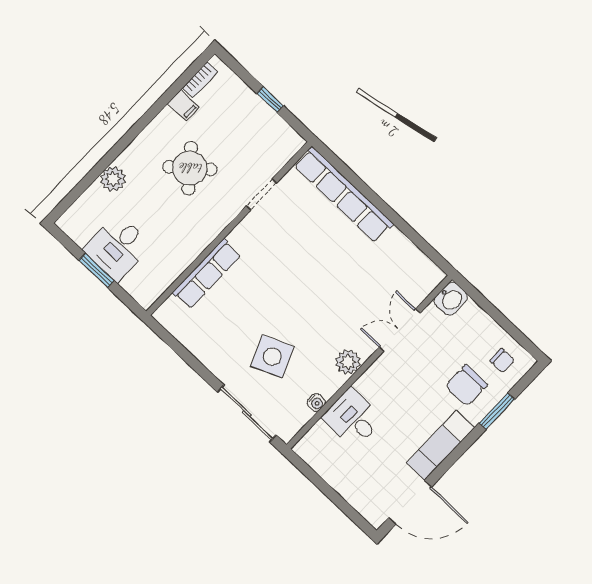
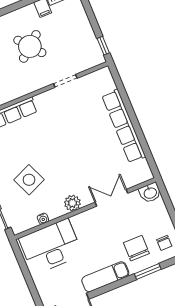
window: (270, 100) -> (103, 46), moved
row of seats: (344, 195) -> (124, 126), moved
chair: (466, 385) -> (136, 248), turned 90
desk: (353, 418) -> (51, 247), width x1.87, depth x1.30

